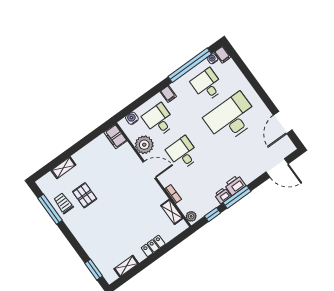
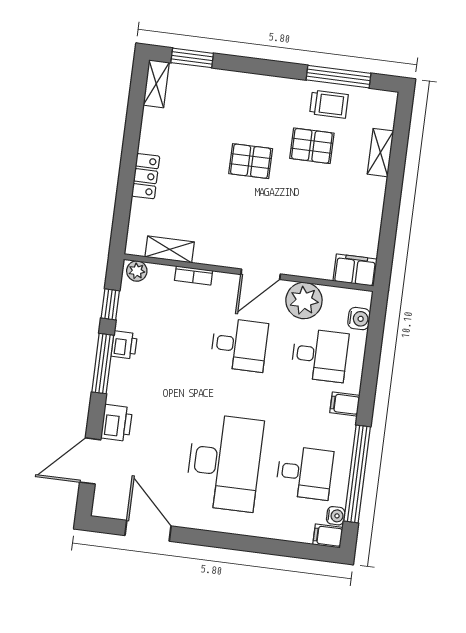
printer: (235, 185) -> (117, 423), moved
pallet: (111, 212) -> (251, 161), added
shelving: (126, 266) -> (156, 84), moved

